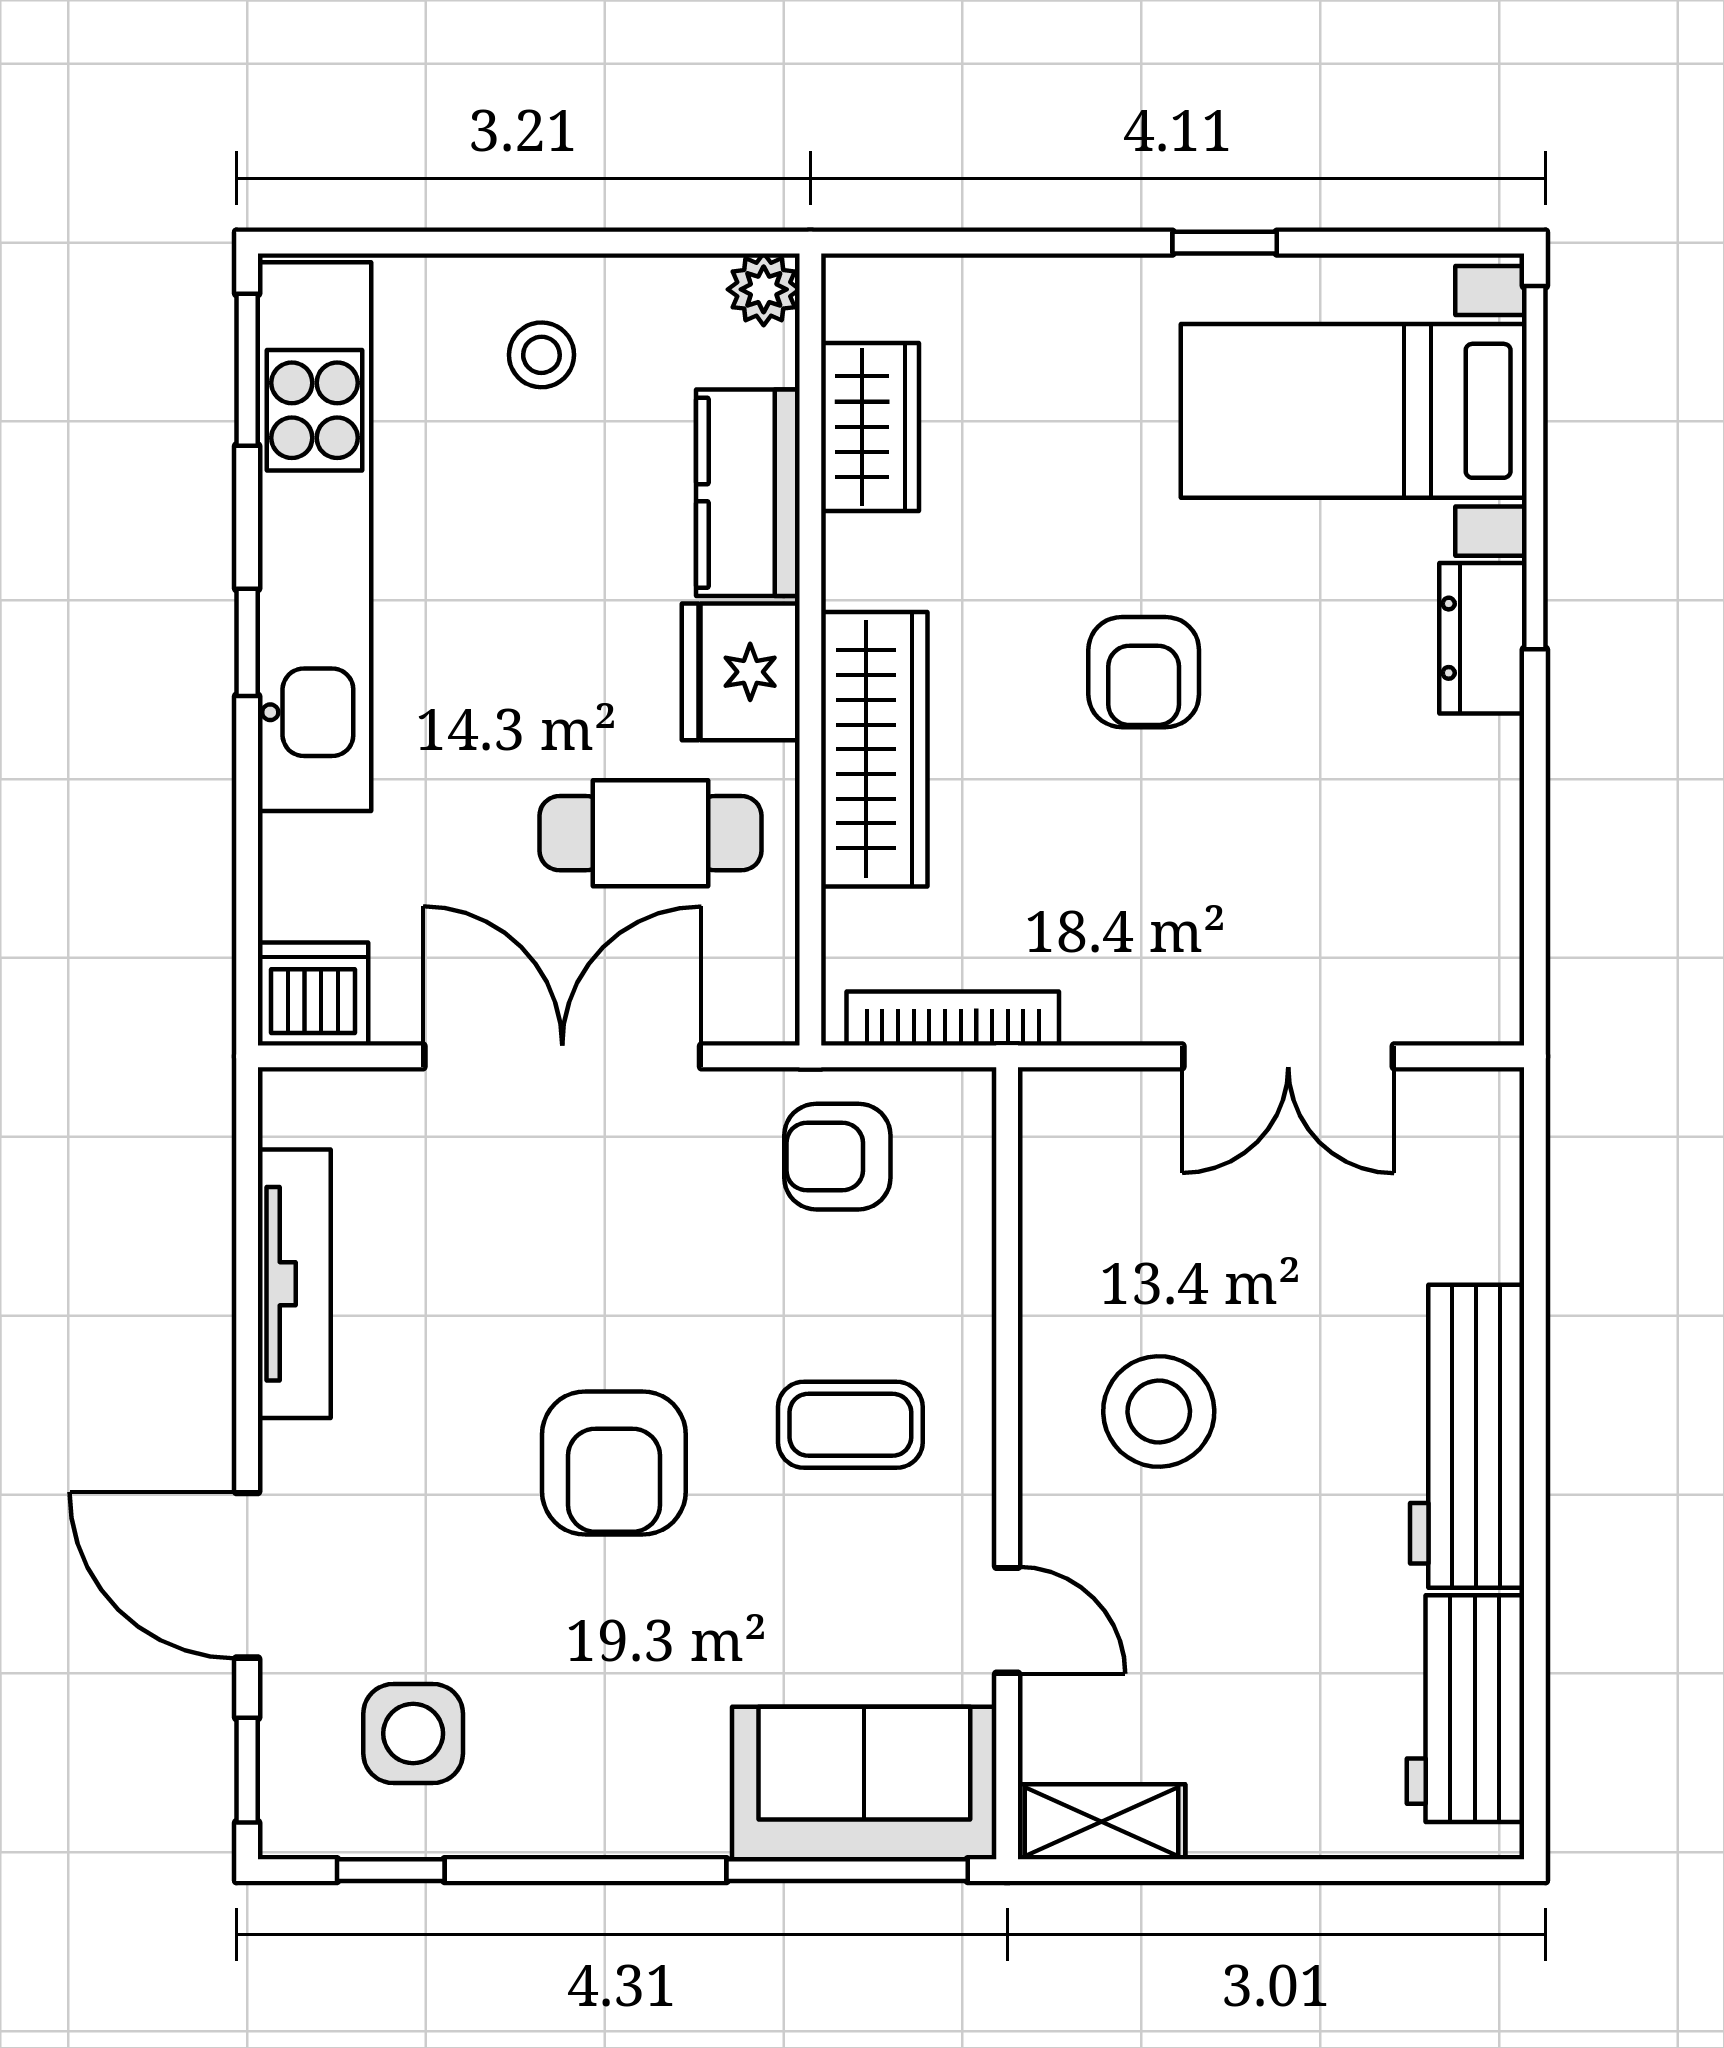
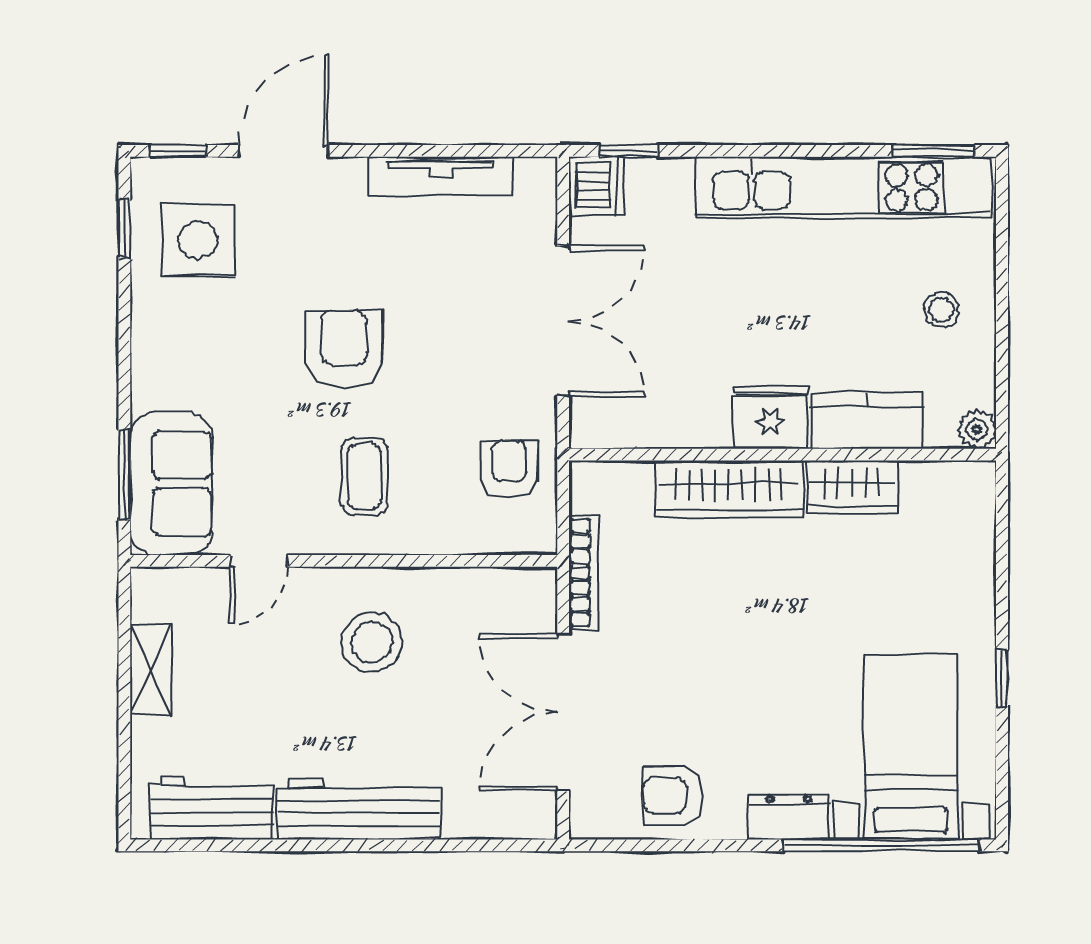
wardrobe: (870, 427) -> (852, 487), moved
window: (247, 642) -> (629, 151), moved
armchair: (1144, 672) -> (673, 795), moved
cafe table: (650, 833) -> (683, 368), removed
bookcase: (953, 1018) -> (584, 573), moved
double door: (1288, 1056) -> (563, 712), width x1.37
armchair: (614, 1463) -> (344, 349), turned 90
side table: (413, 1733) -> (198, 240), width x1.37, depth x1.37
shelving: (1102, 1822) -> (150, 670), moved
window: (847, 1870) -> (124, 475), width x0.69

